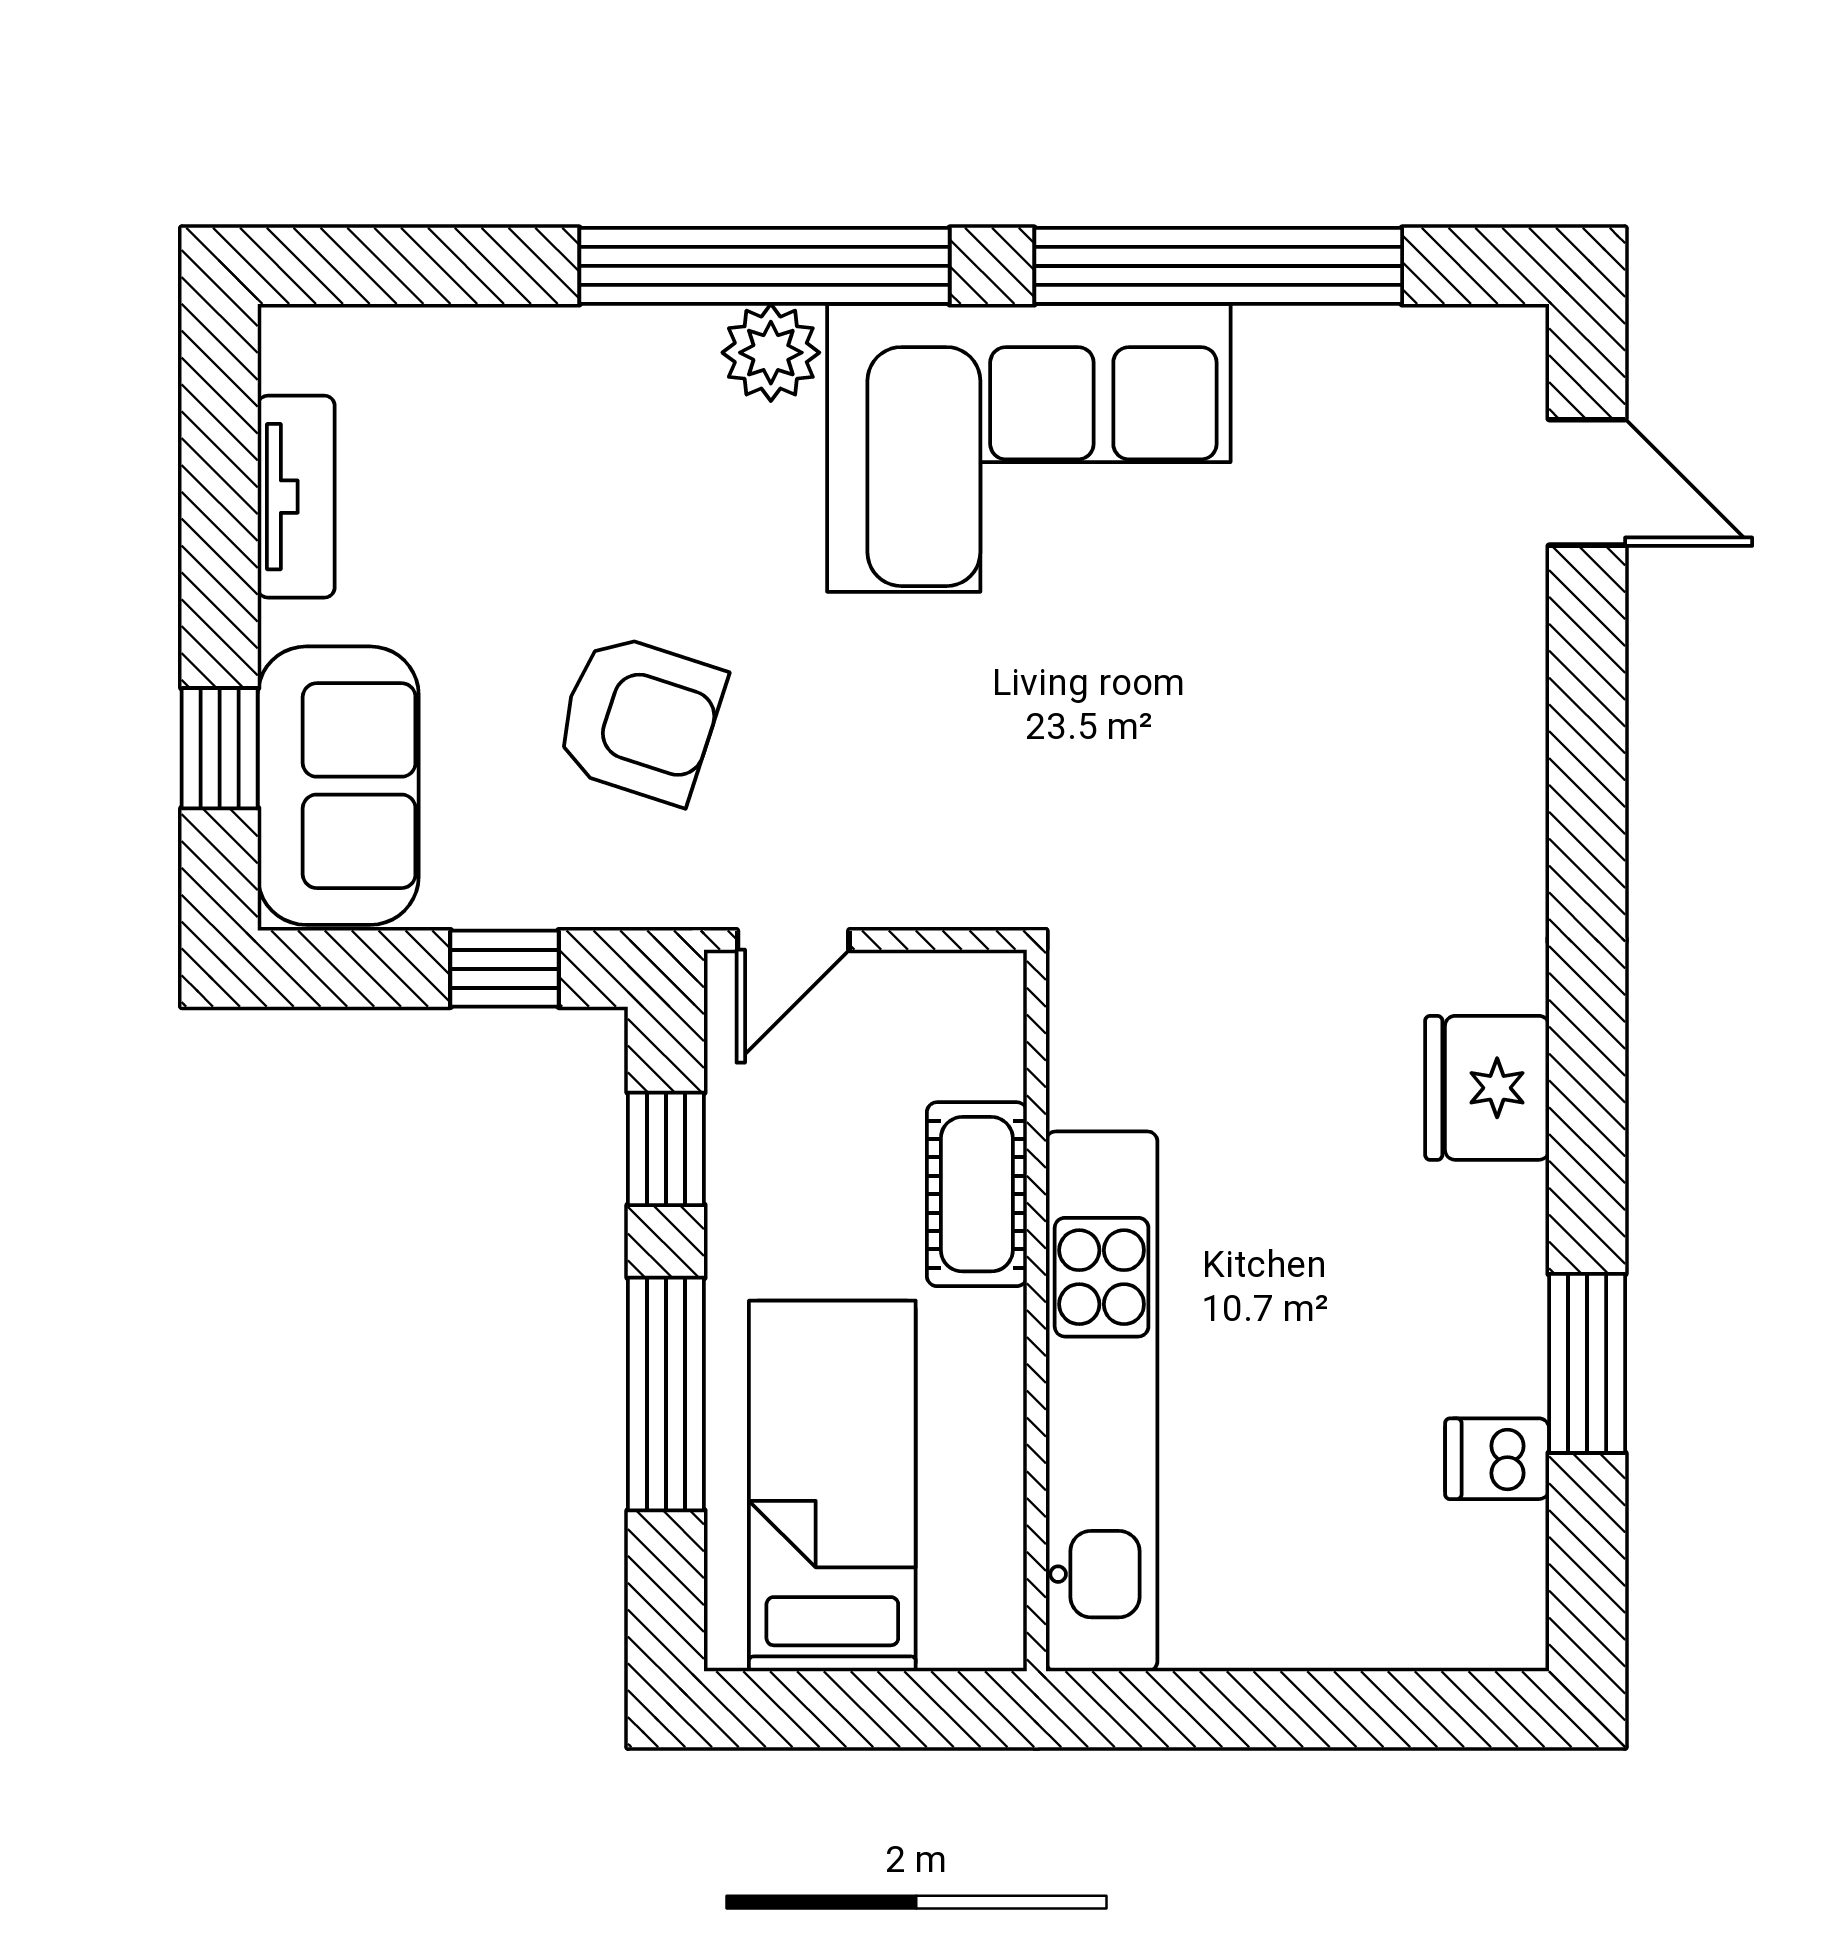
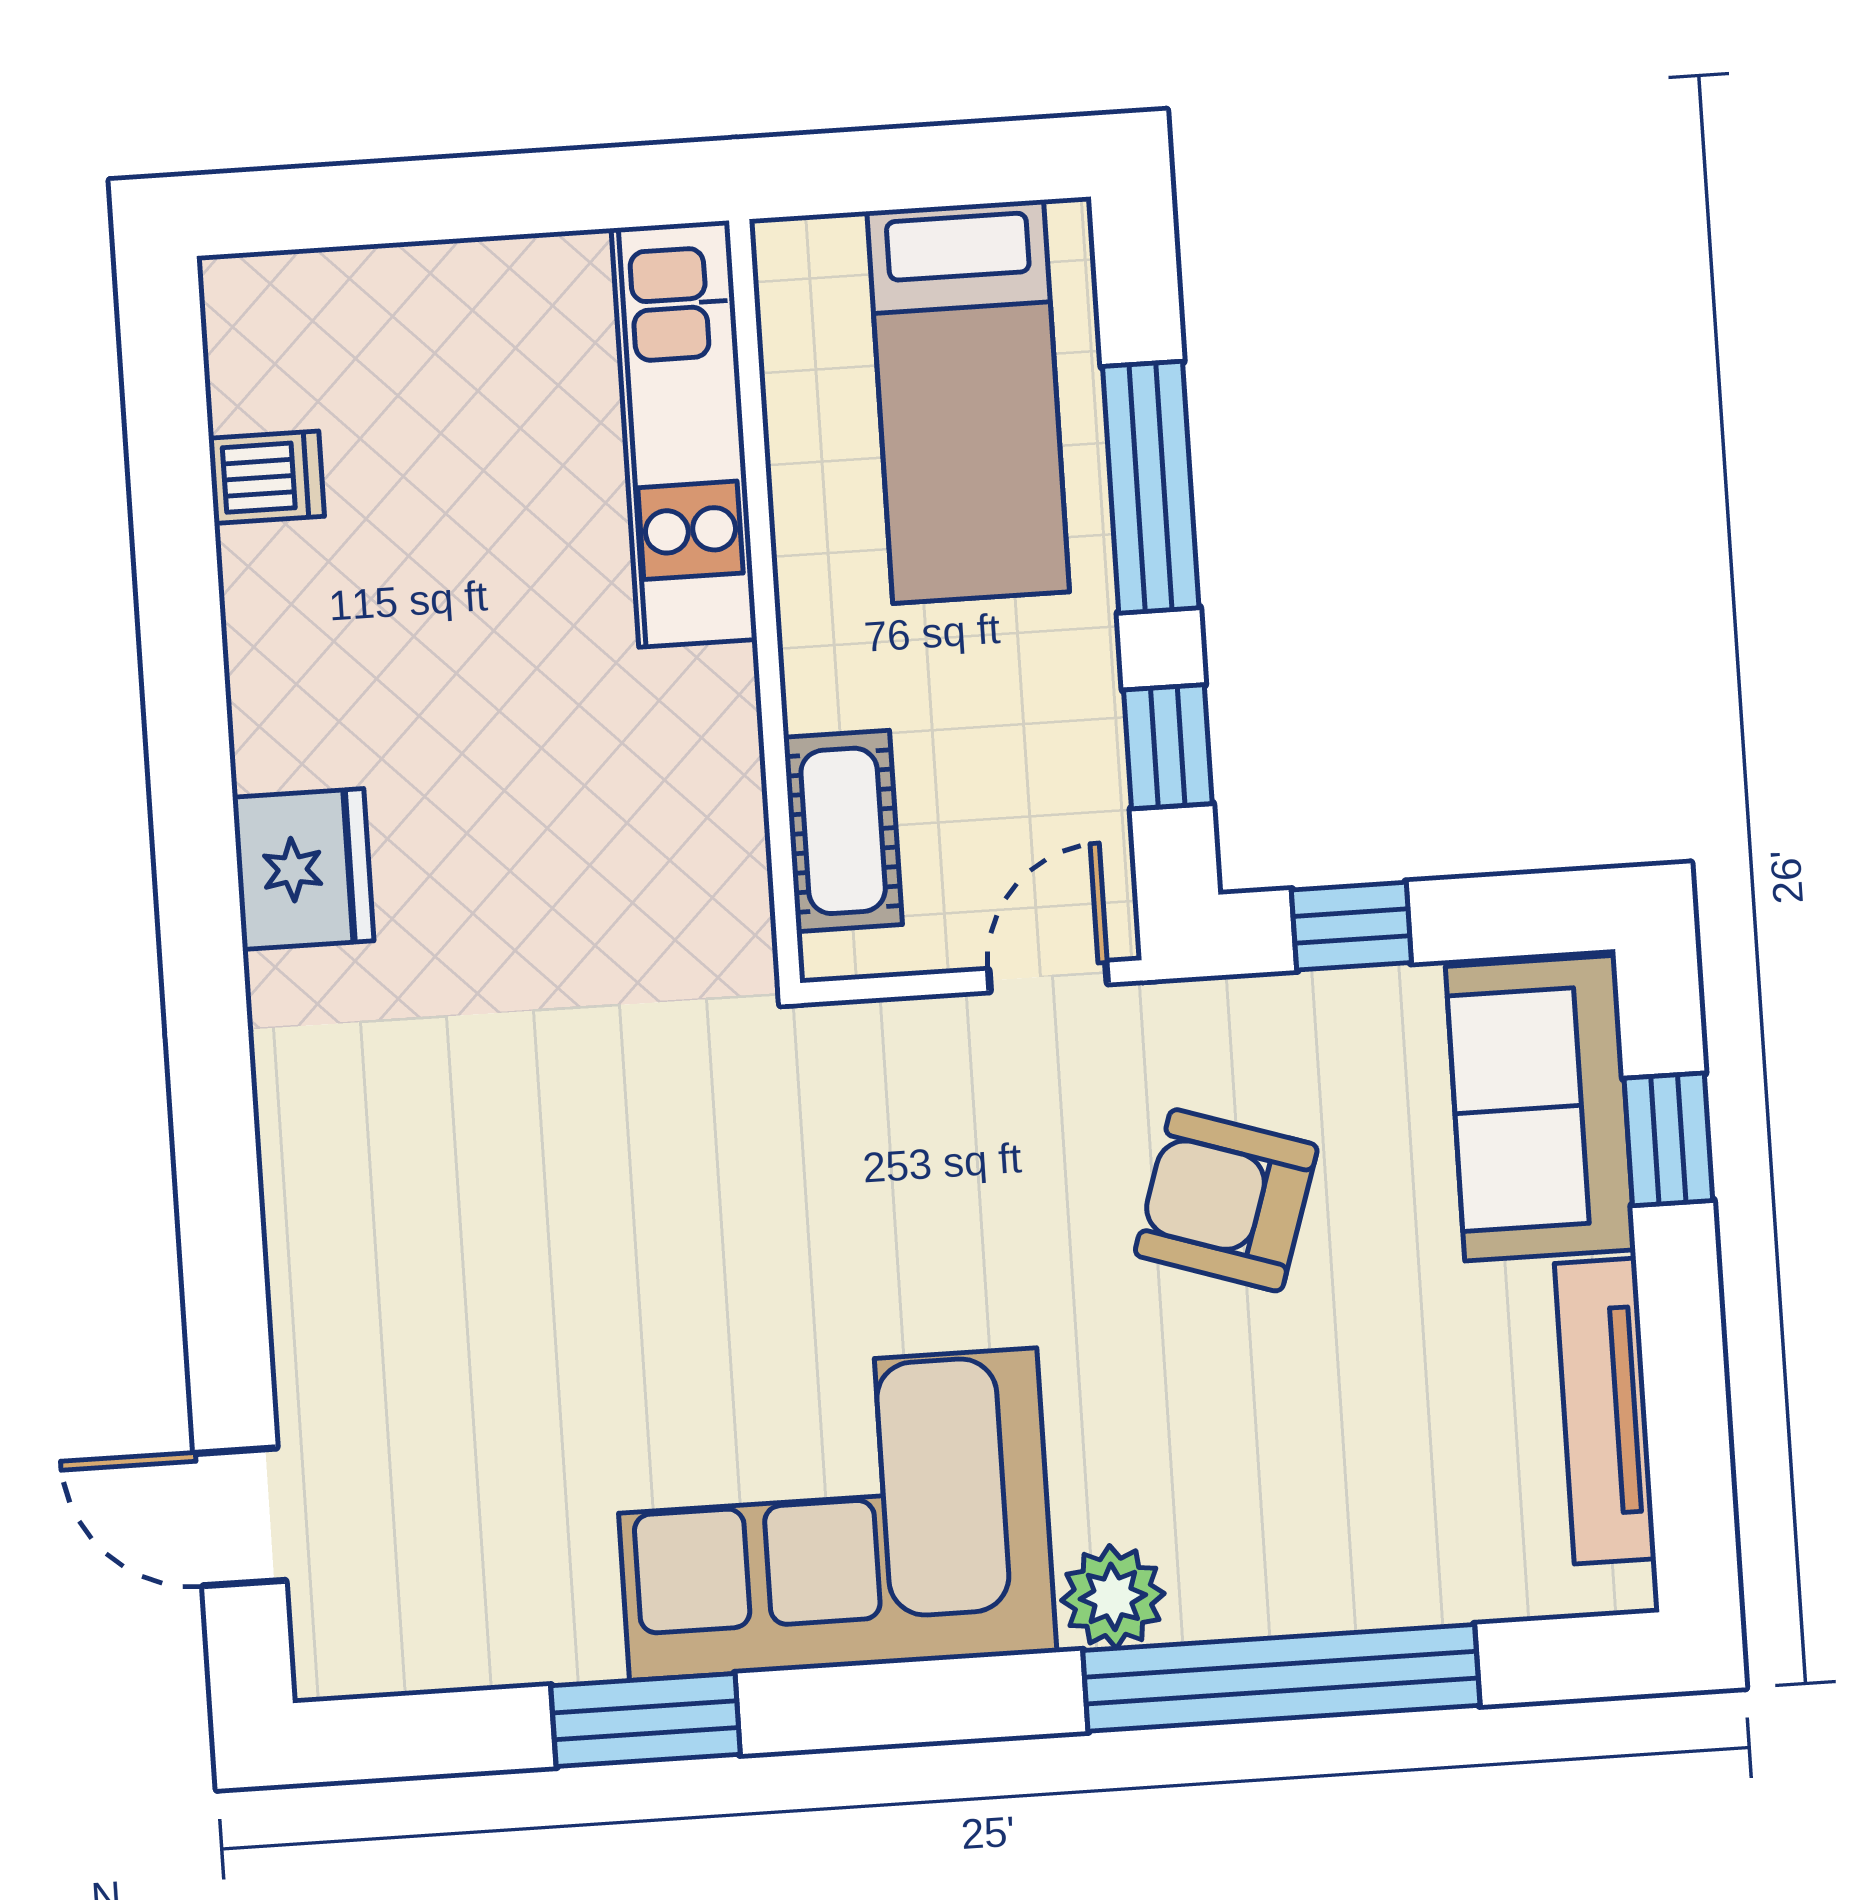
window: (764, 266) -> (1281, 1678), moved
window: (1218, 266) -> (646, 1720), width x0.47
tv unit: (296, 497) -> (1605, 1411), width x1.41
cot: (977, 1194) -> (843, 831), moved
window: (1587, 1363) -> (178, 584), removed
kitchen unit: (1102, 1401) -> (684, 434), width x0.73

